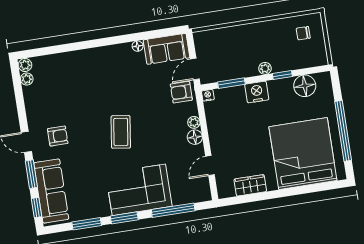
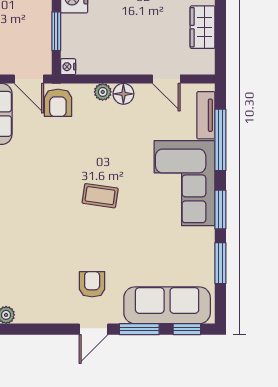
coffee table: (121, 132) -> (100, 196), width x0.73, depth x0.77
tv unit: (189, 197) -> (206, 115), added

